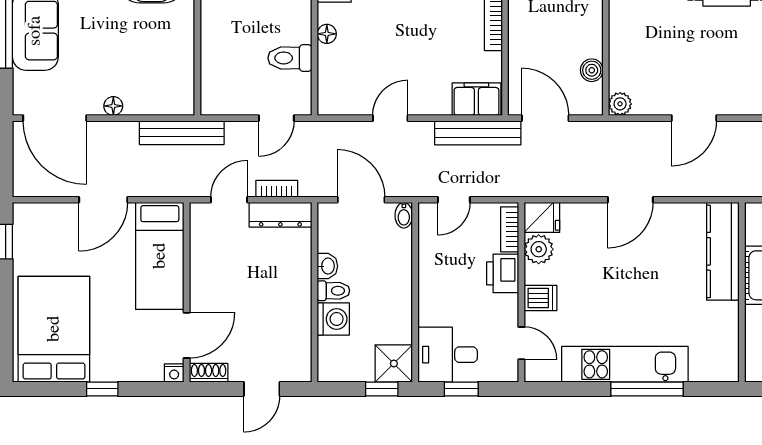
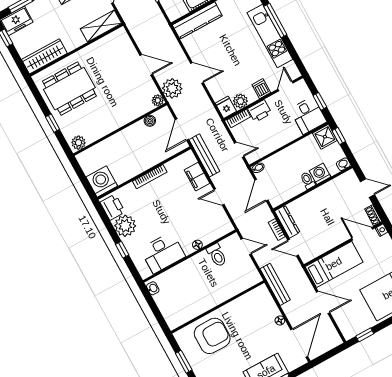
filing cabinet: (476, 99) -> (197, 177), moved
plant: (627, 141) -> (172, 88), added
washbasin: (327, 266) -> (343, 164), moved

